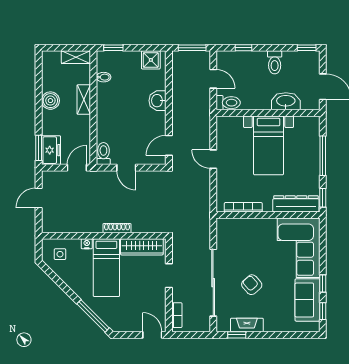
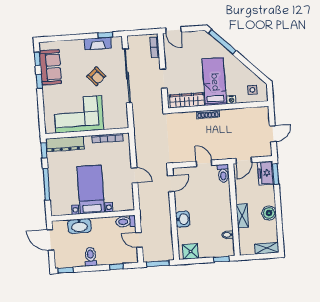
shelving: (76, 57) -> (267, 248), moved
corner sofa: (299, 248) -> (79, 114), moved, turned -90

